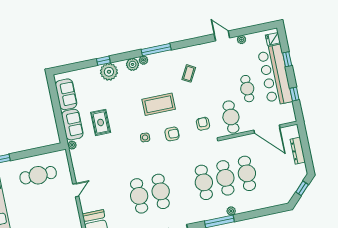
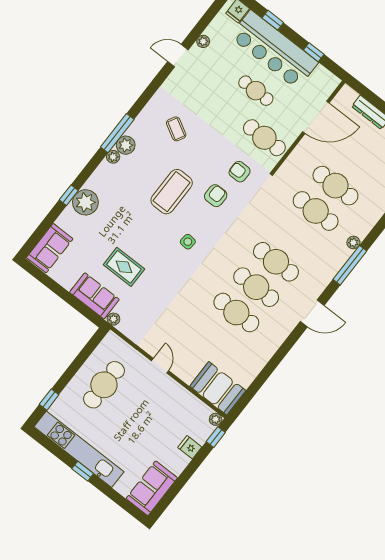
plant: (133, 64) -> (126, 145), moved
sofa: (66, 94) -> (50, 248), moved, turned 90
armchair: (172, 134) -> (216, 196), moved
cafe table: (204, 182) -> (276, 262), moved

